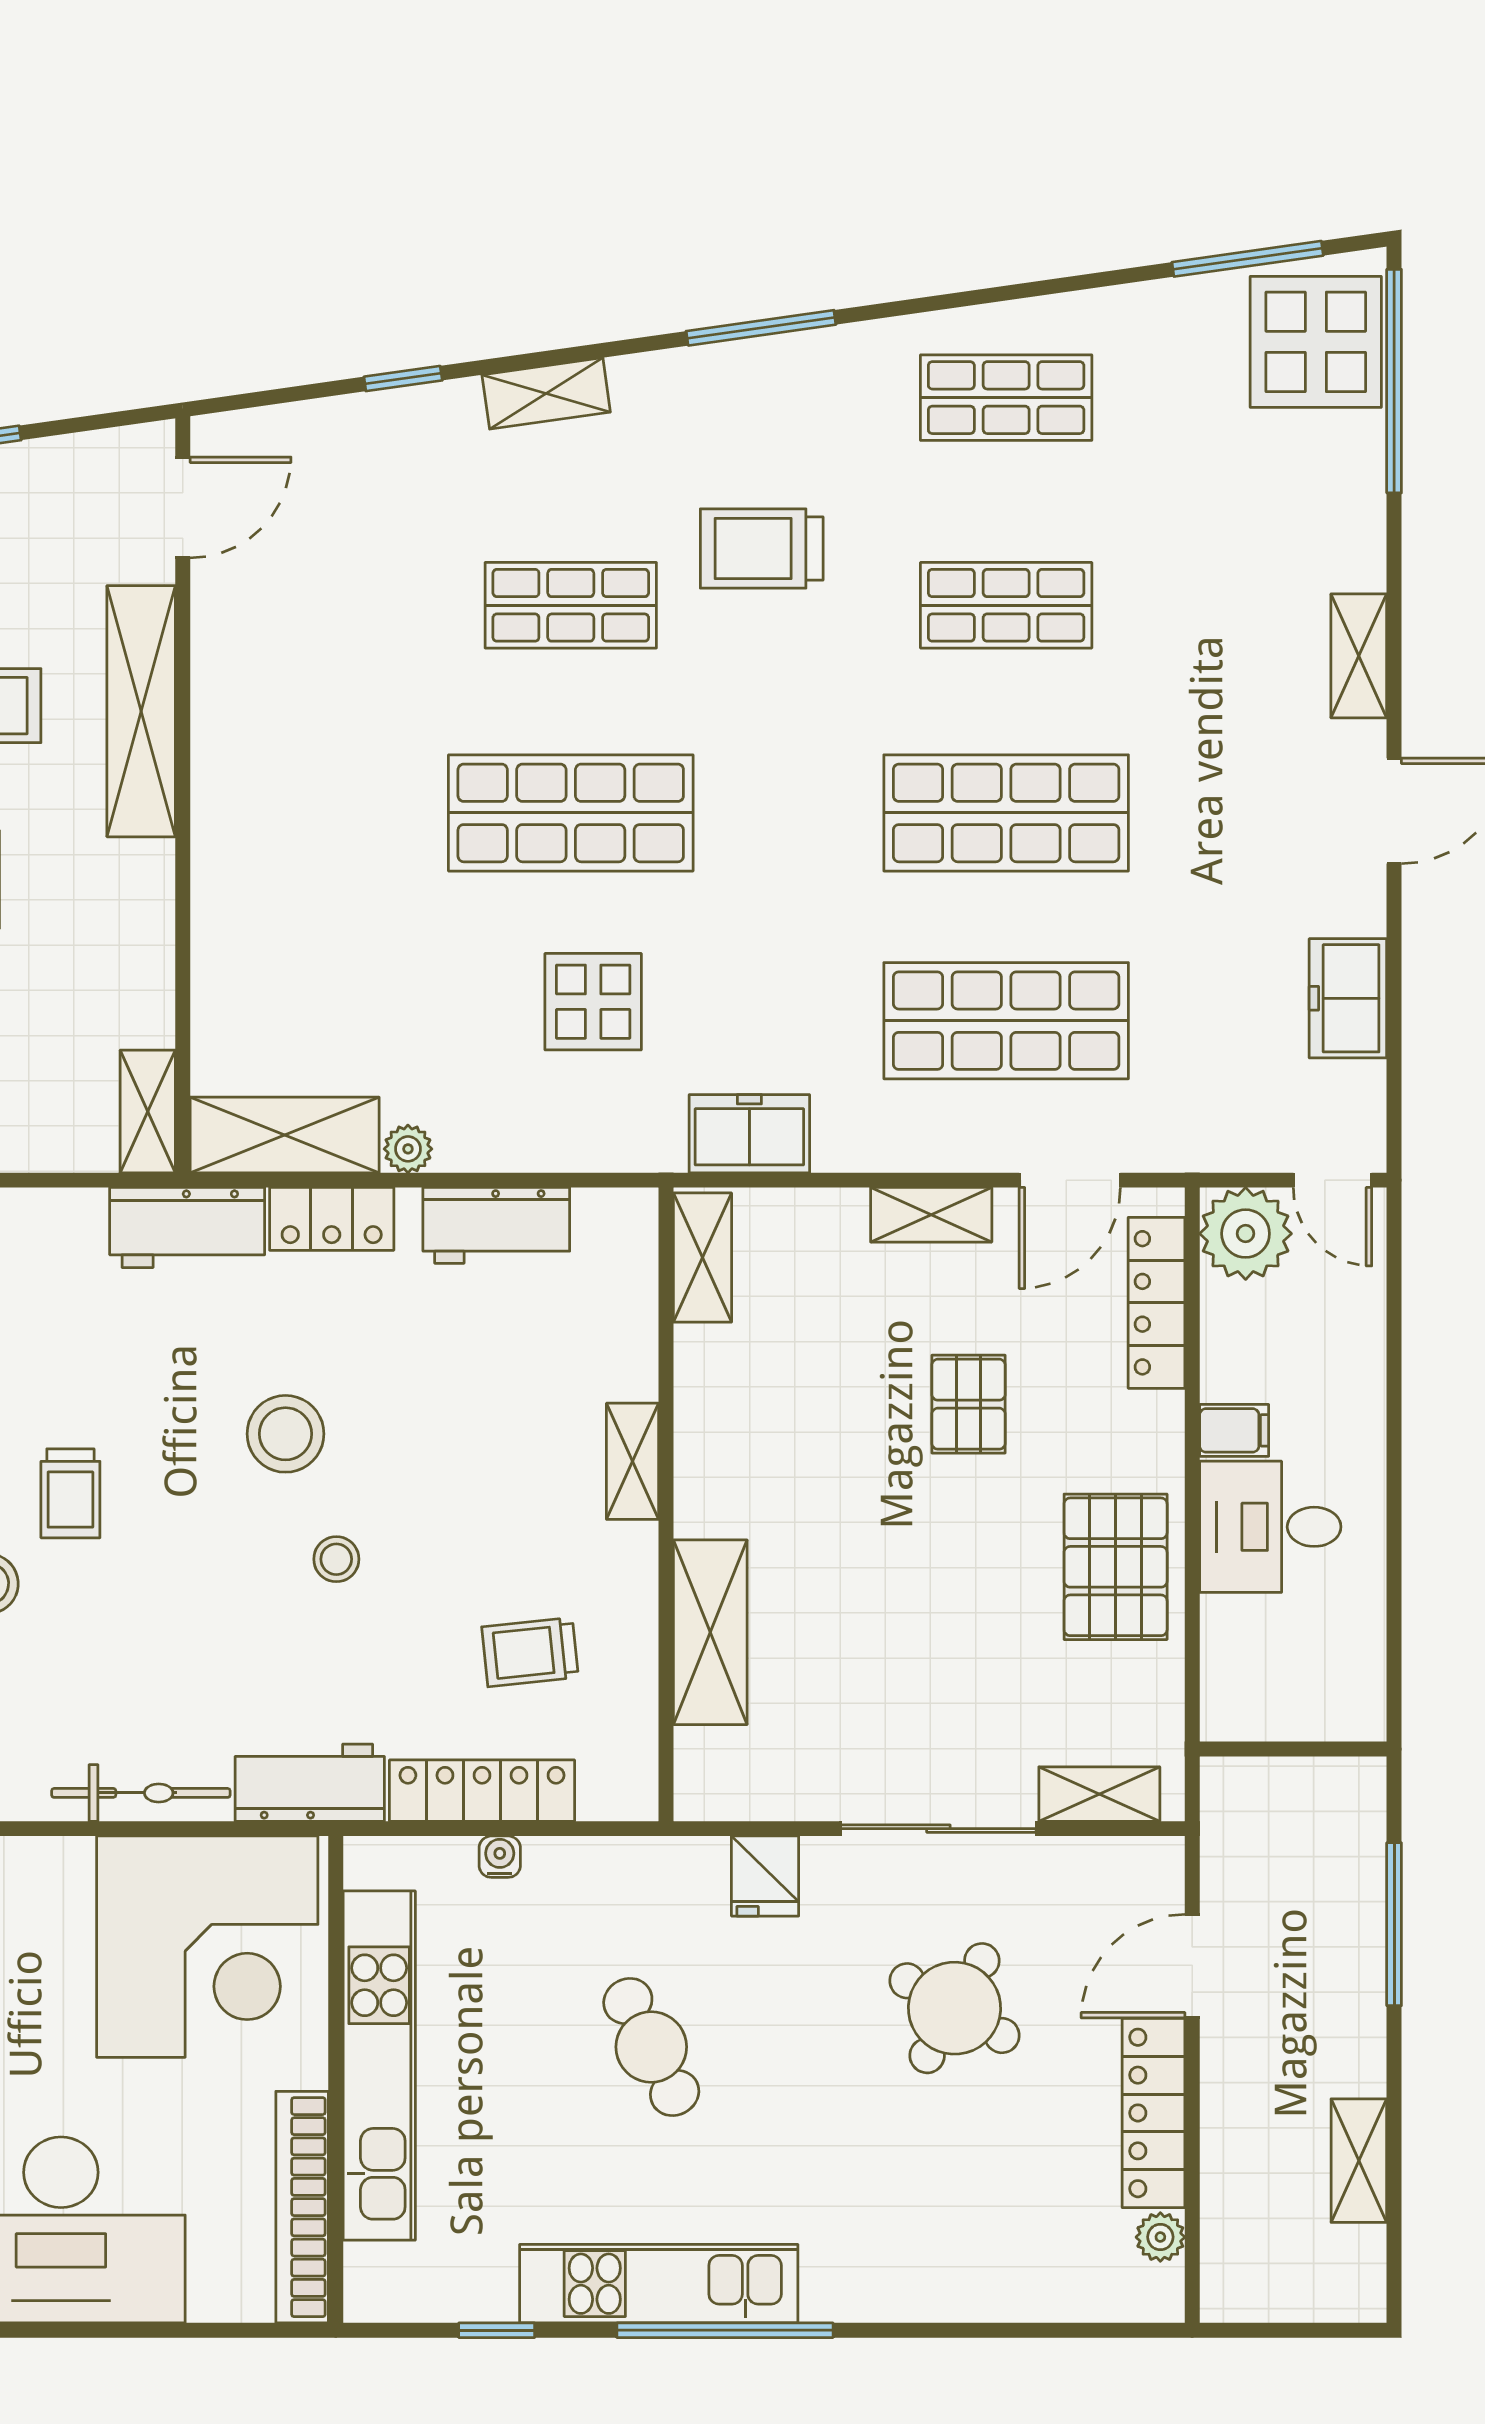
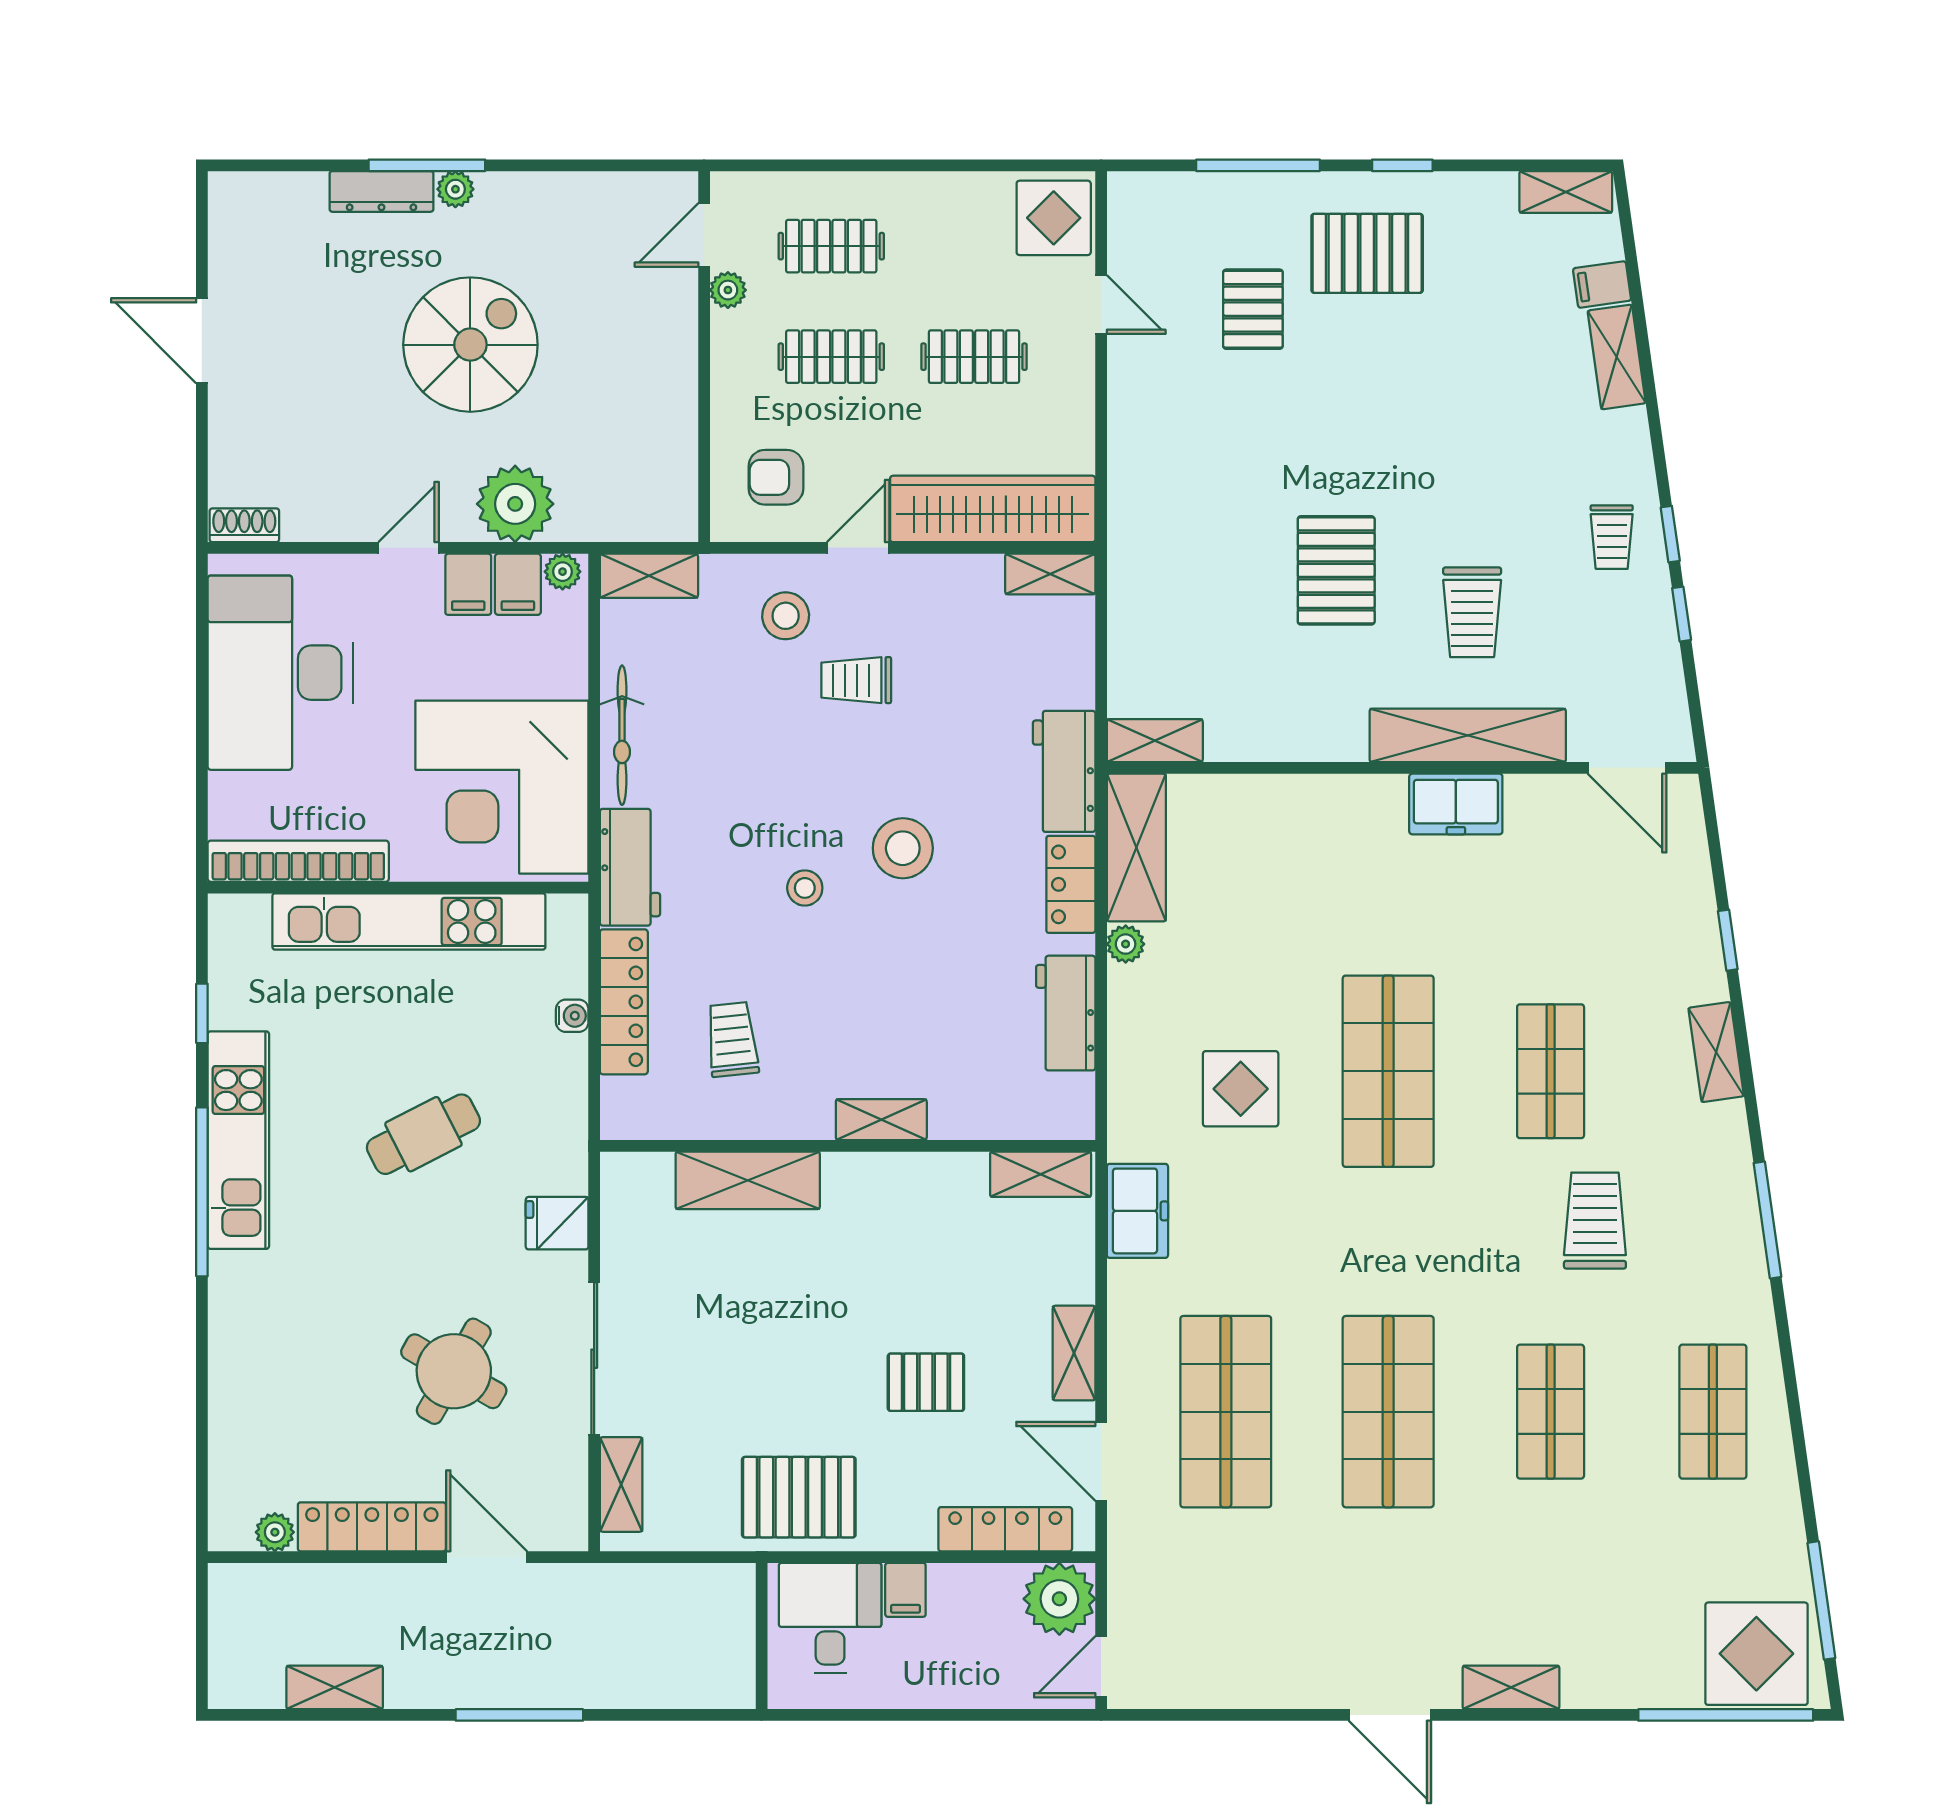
freezer: (1348, 998) -> (1456, 804), moved, turned 180
wall: (1293, 1749) -> (762, 1636), moved

